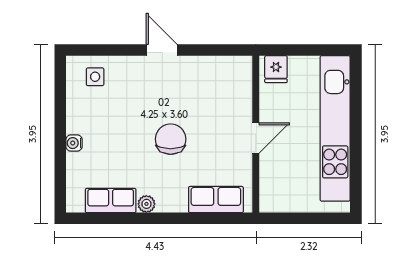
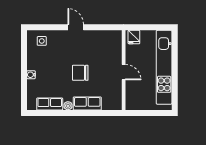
door: (256, 138) -> (124, 72), hinge flipped
chair: (171, 139) -> (80, 73), turned -90
row of seats: (216, 200) -> (87, 104), moved

